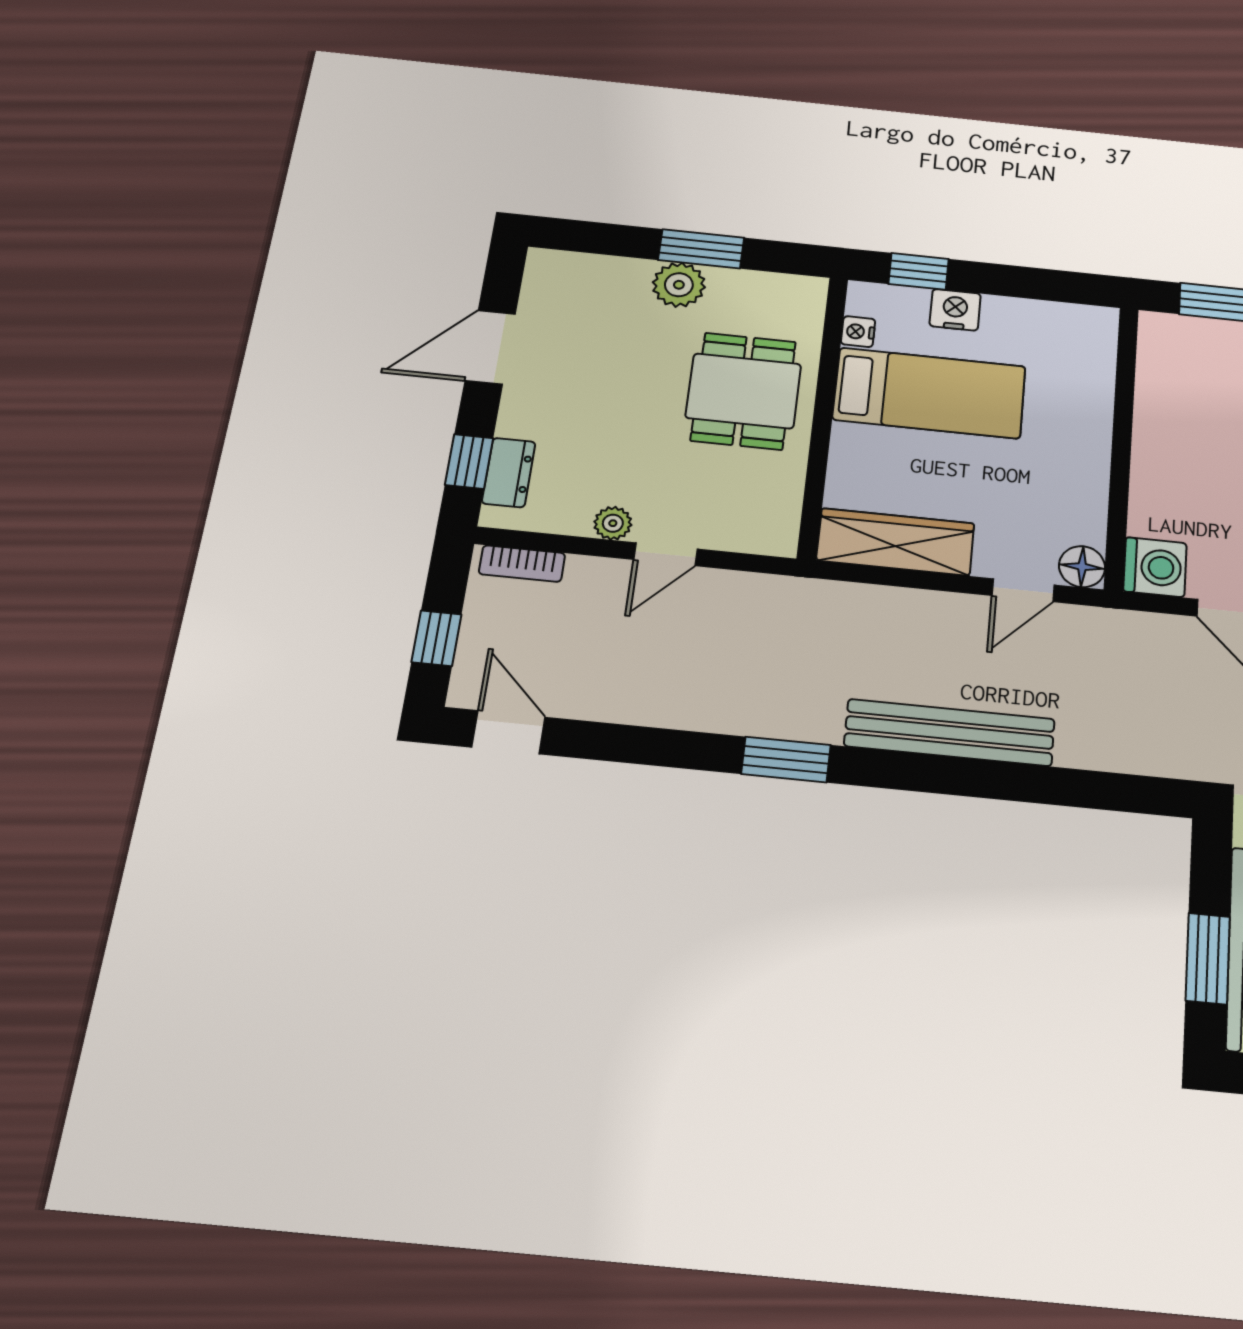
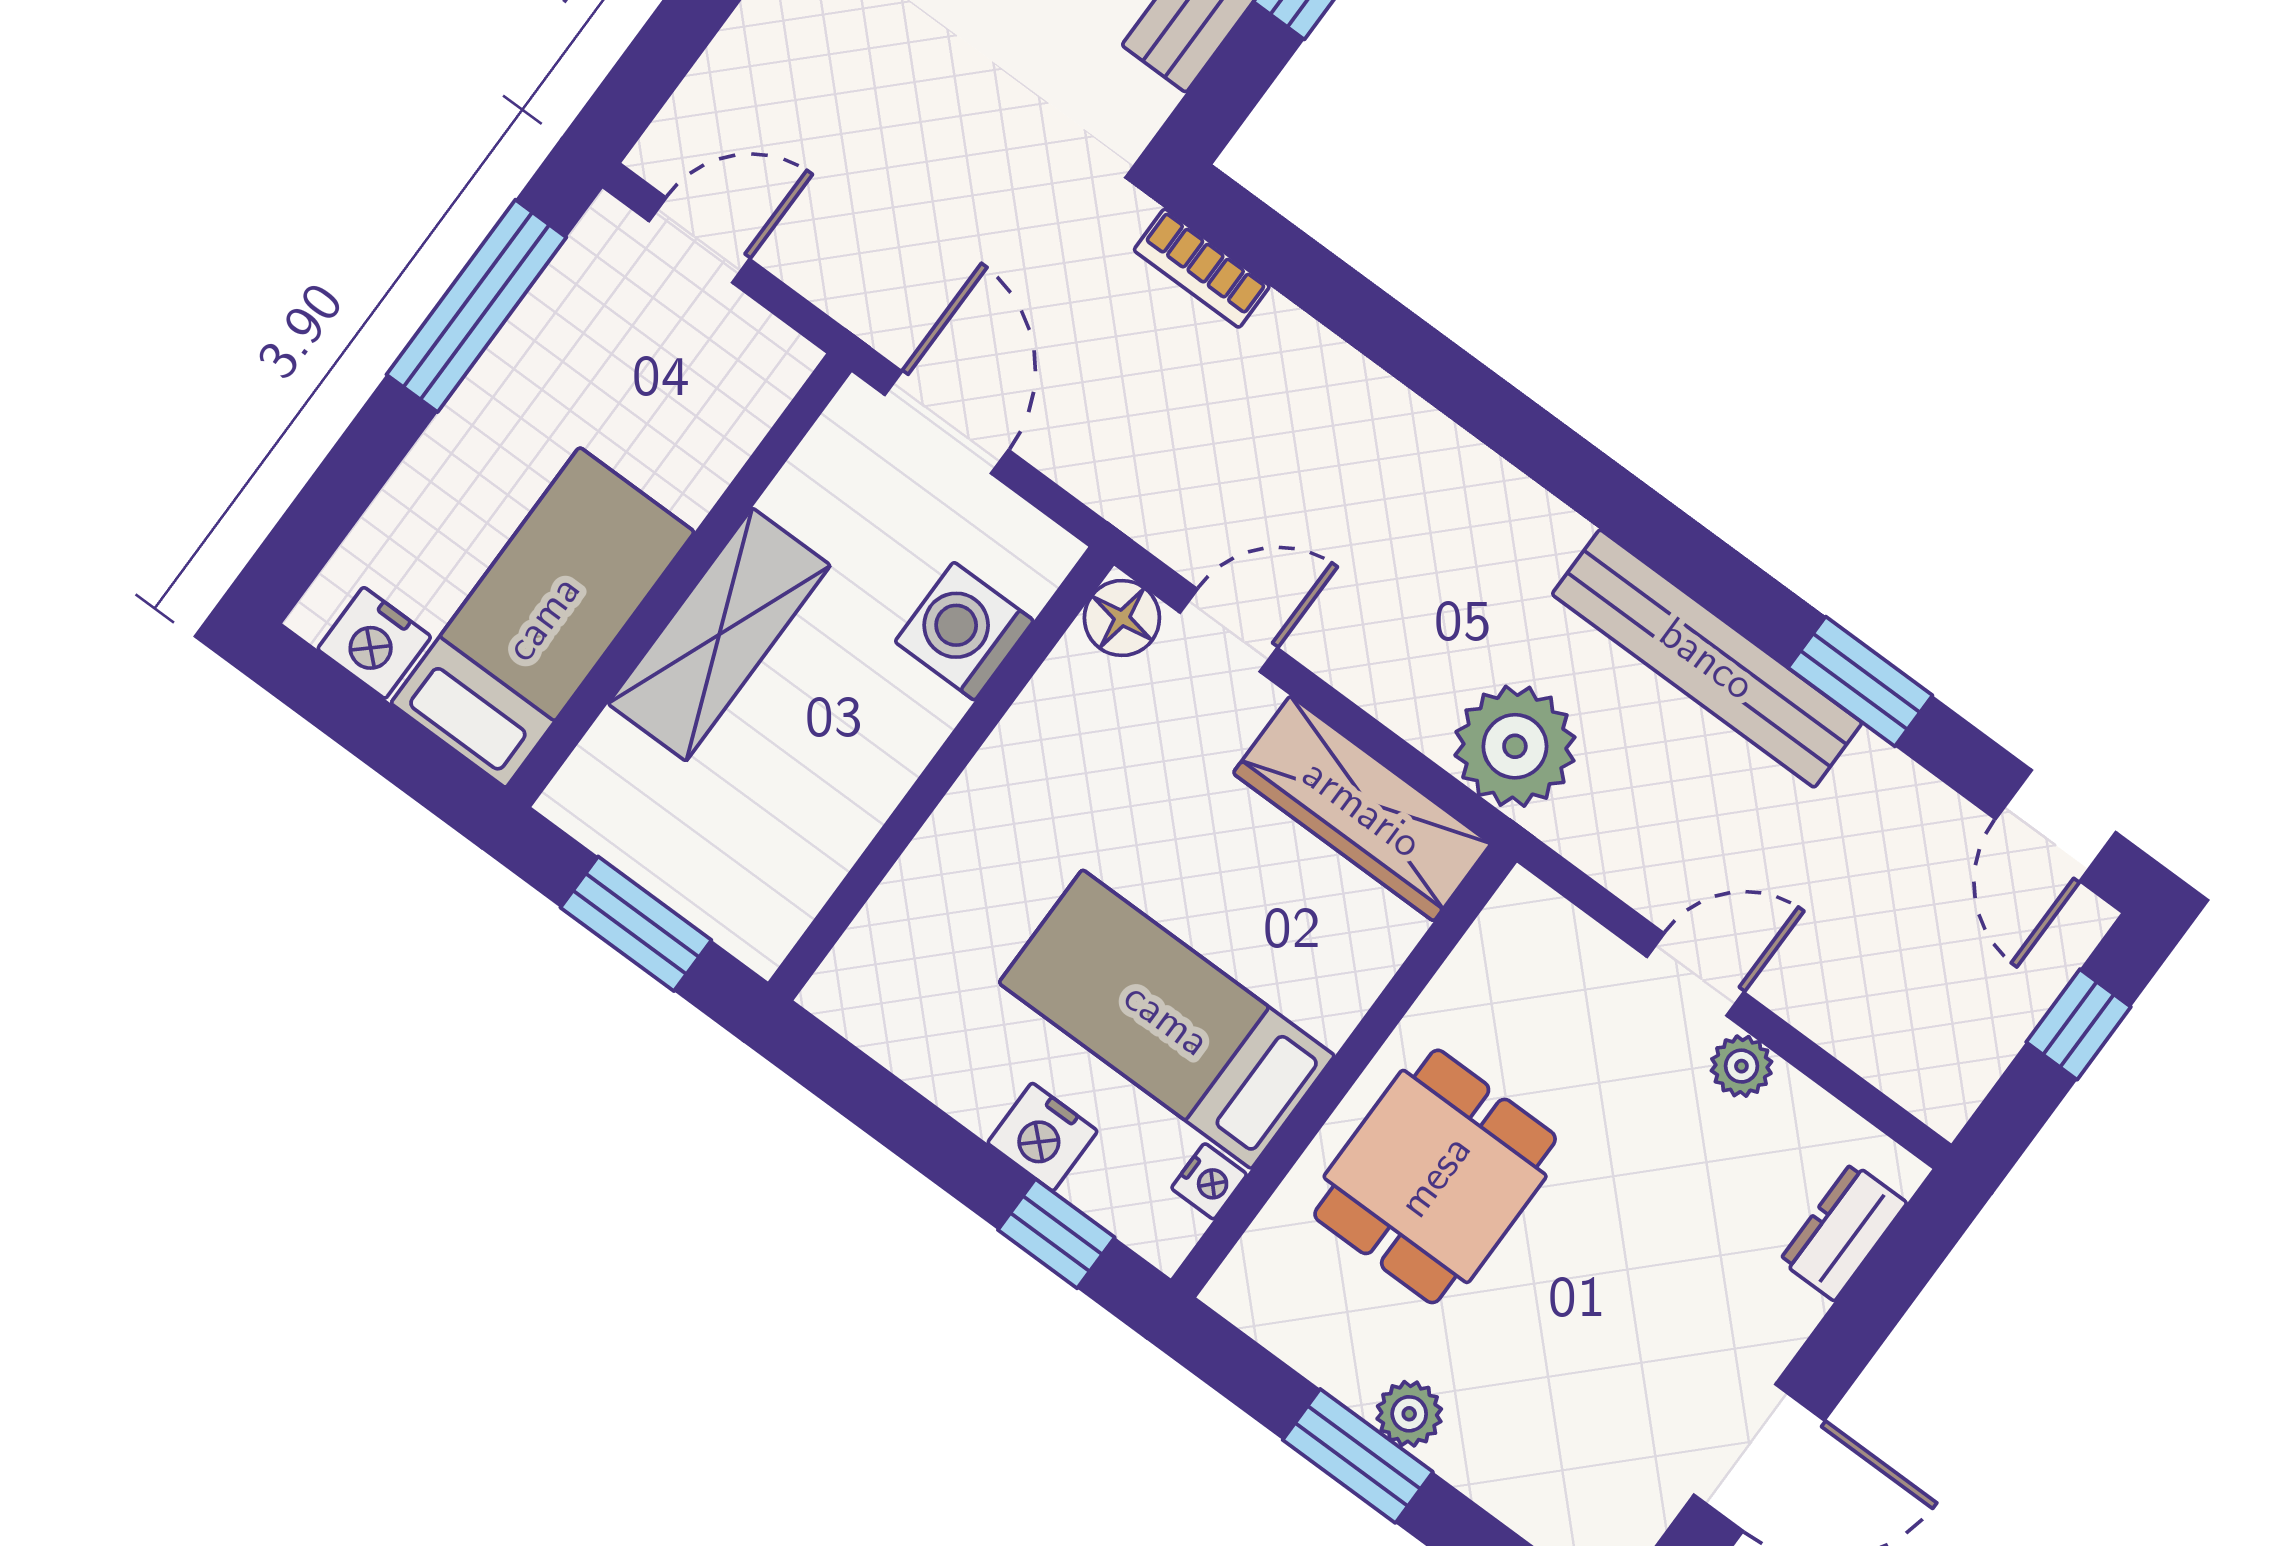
plant: (679, 285) -> (1409, 1414), width x0.73, depth x0.73
window: (469, 462) -> (1889, 1282), removed
bookcase: (522, 564) -> (1202, 268), moved, turned 180
washing machine: (1155, 567) -> (964, 631), moved
plant: (834, 614) -> (1515, 746), added
bench: (950, 733) -> (1707, 659), moved
window: (786, 759) -> (1860, 681), moved

